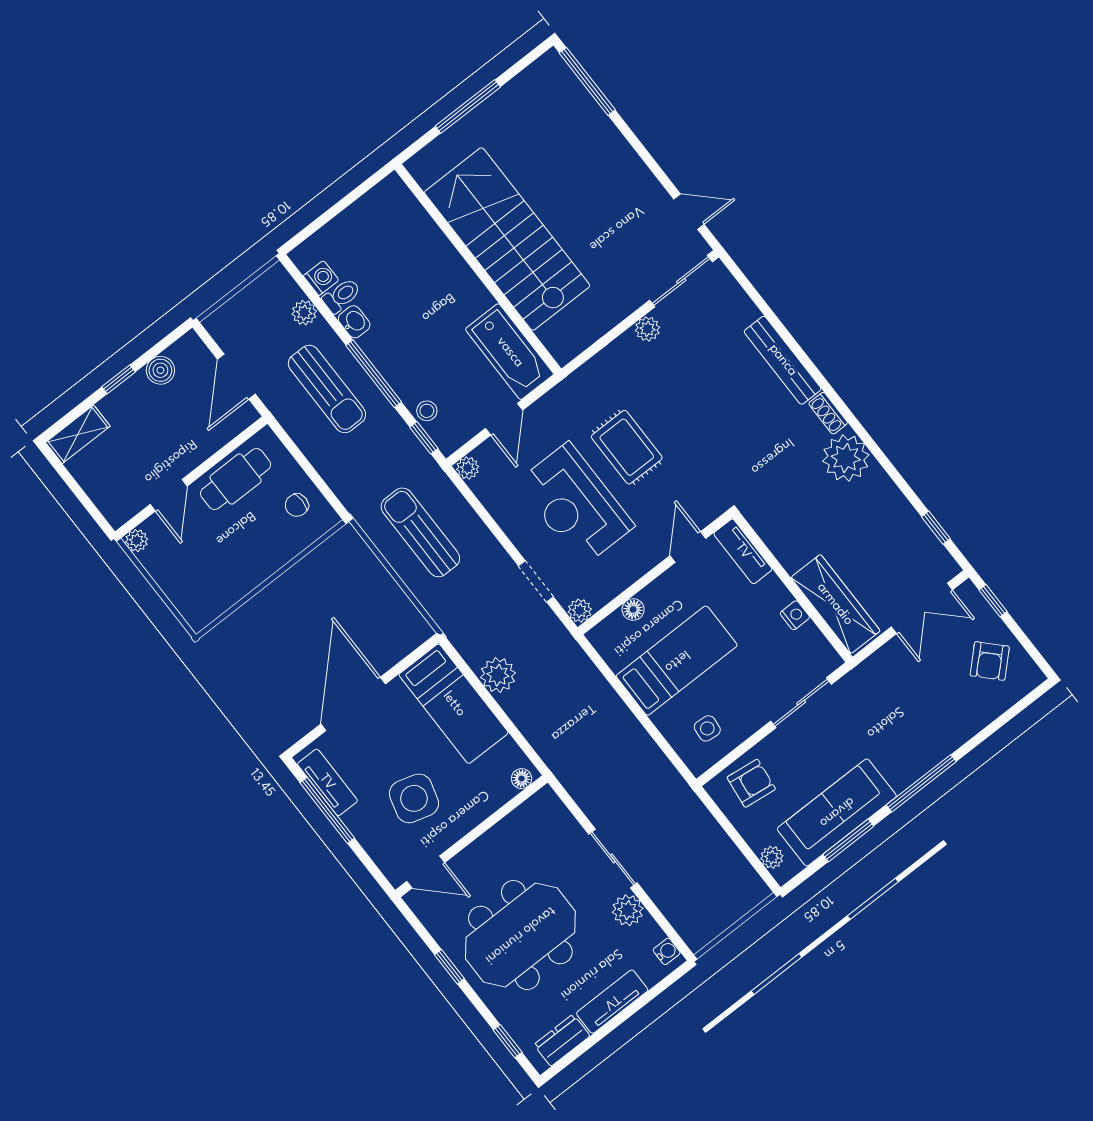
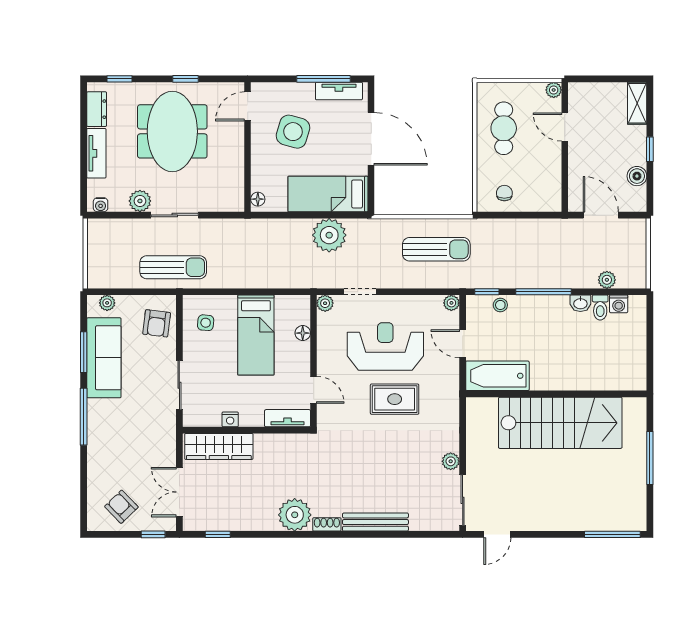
sun lounger: (327, 389) -> (173, 267), moved, turned 180
cafe table: (236, 479) -> (504, 128), moved
plant: (498, 675) -> (329, 235), width x1.36, depth x1.36

